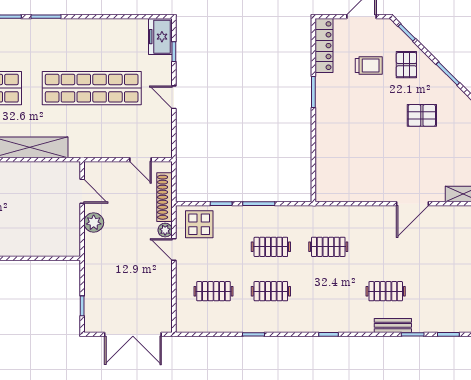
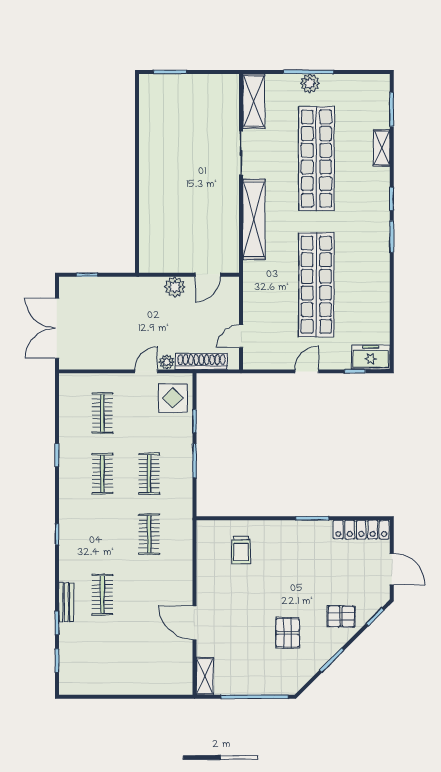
trolley: (369, 66) -> (241, 550), moved

